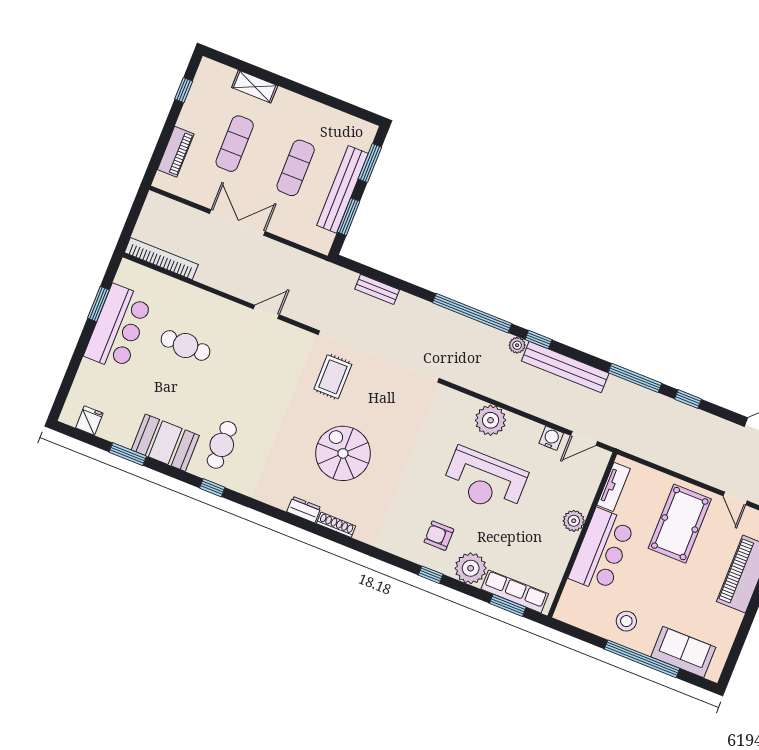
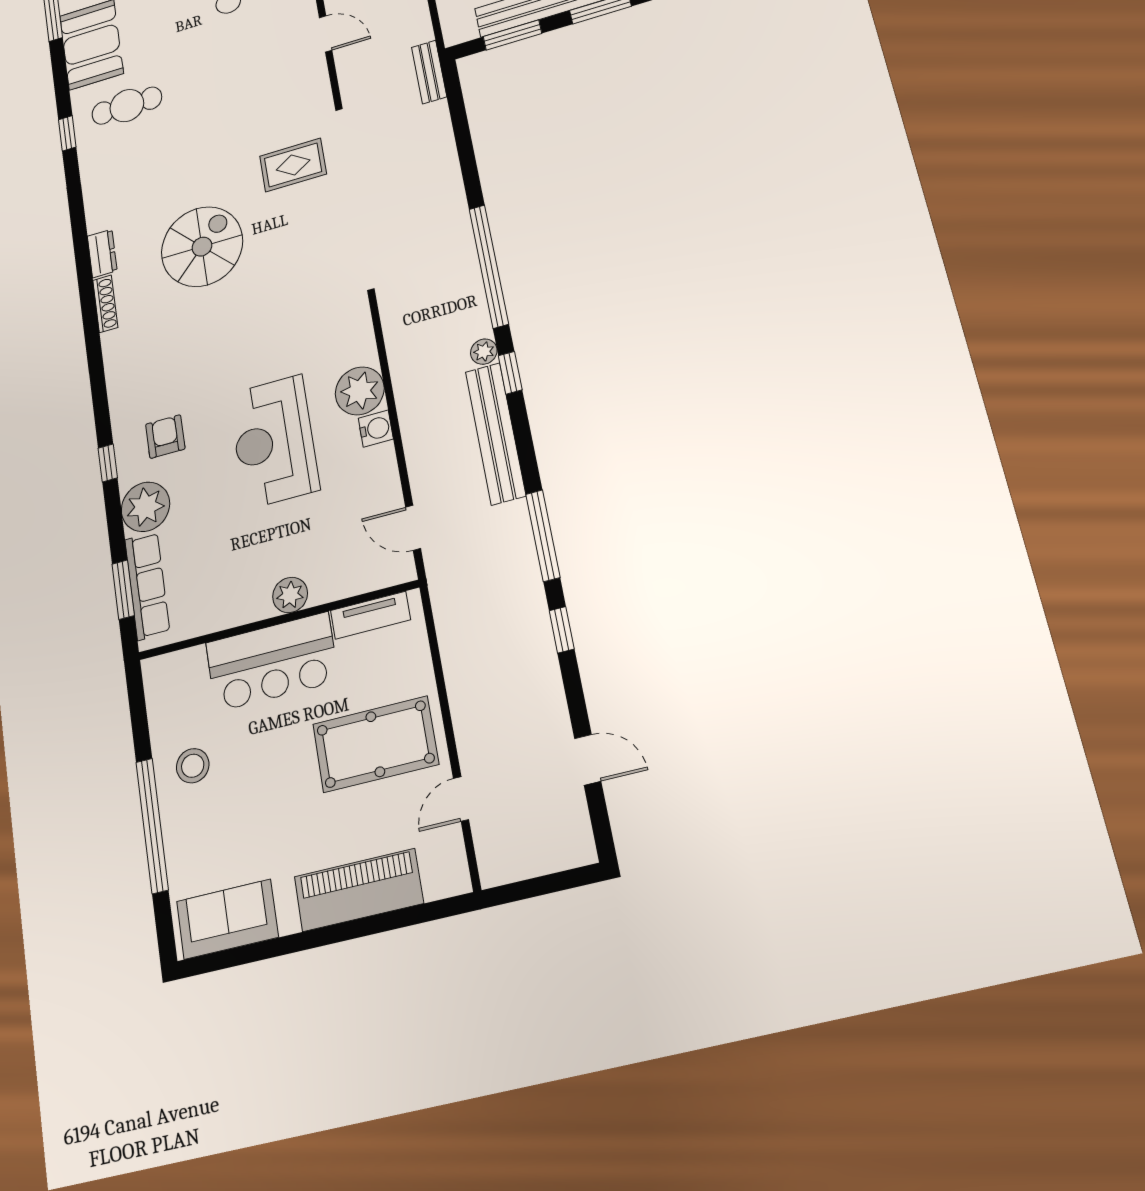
bench: (377, 289) -> (429, 72), moved
water cooler: (551, 438) -> (376, 429), moved
sofa: (683, 652) -> (227, 919), moved, turned -90

